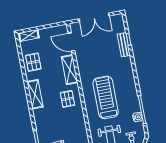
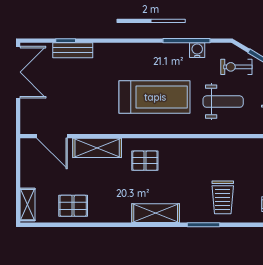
double door: (94, 17) -> (18, 72), moved
door: (71, 42) -> (52, 136), hinge flipped
shelving: (35, 94) -> (156, 213), moved
treadmill: (106, 97) -> (155, 97), turned 180

